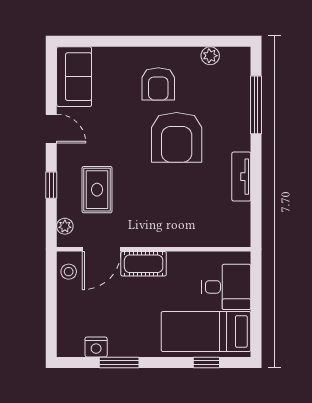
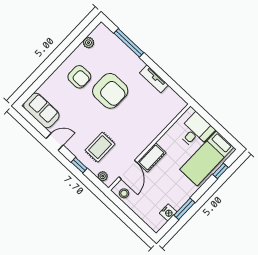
rug: (97, 190) -> (100, 147), turned 90

